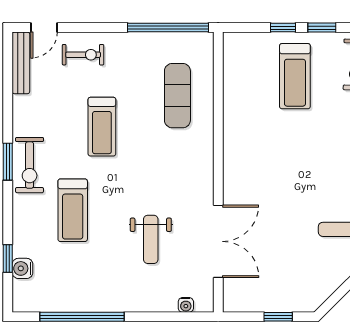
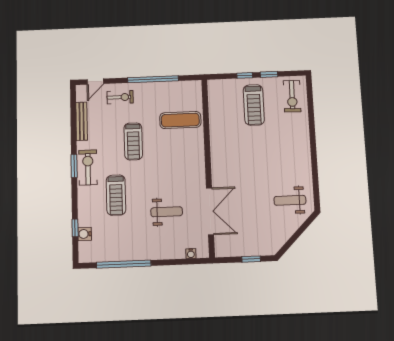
window: (168, 28) -> (153, 79), moved
bench: (21, 63) -> (82, 121), moved
exercise mat: (177, 96) -> (180, 120), turned 90
exercise bike: (30, 165) -> (88, 167), turned 180
weight bench: (151, 239) -> (167, 212), turned -90

